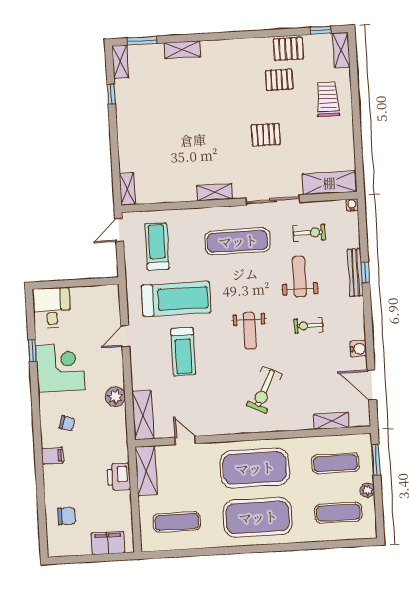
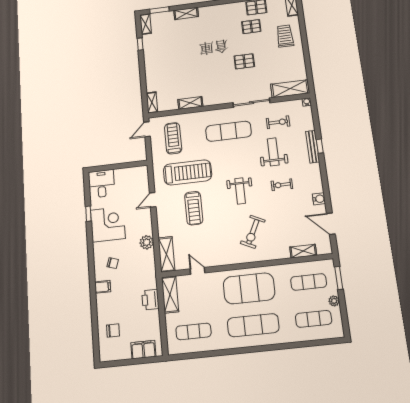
shelving: (214, 192) -> (190, 103), moved
exercise mat: (258, 517) -> (253, 325), width x0.68

